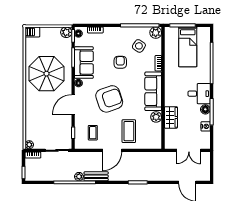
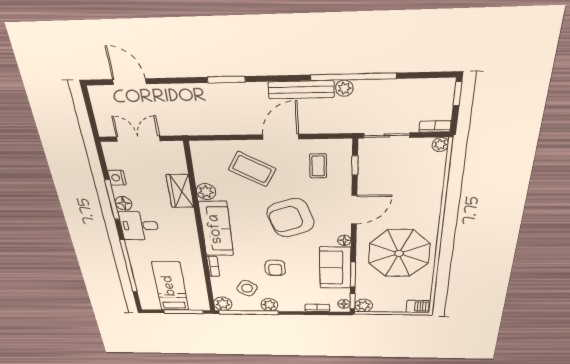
plant: (126, 32) -> (269, 305), added
coffee table: (129, 131) -> (252, 169), turned -61
bench: (96, 176) -> (301, 90), width x1.36

